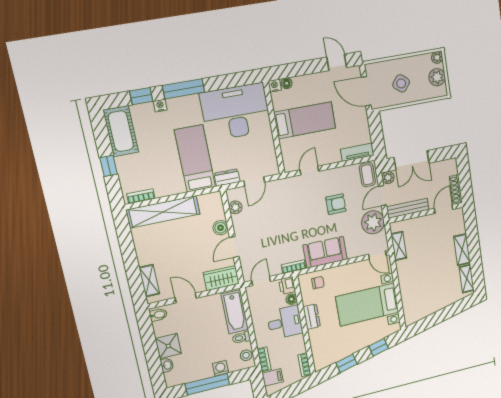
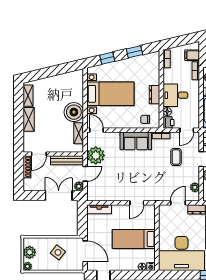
coffee table: (367, 175) -> (176, 157), moved
armchair: (336, 204) -> (122, 175), removed
boiler: (409, 271) -> (74, 112), added

